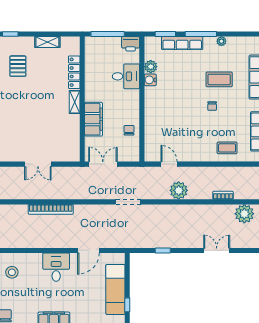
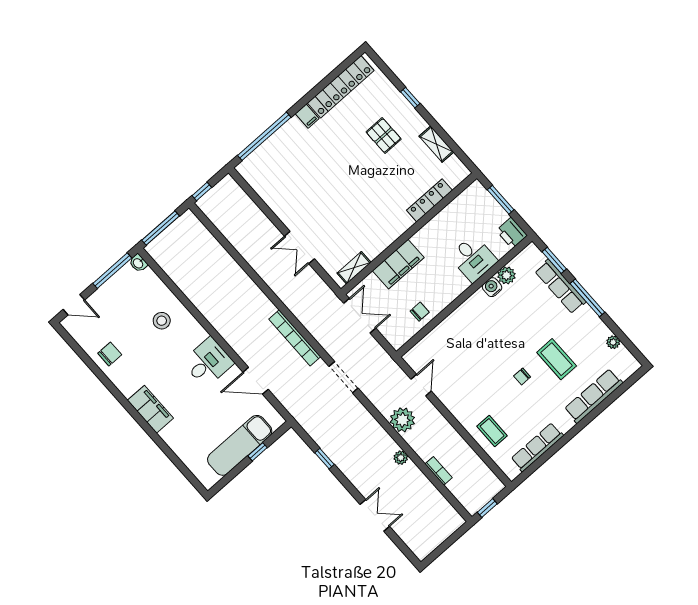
window: (108, 34) -> (501, 200), width x0.69
plant: (221, 41) -> (613, 342), moved
pallet: (18, 66) -> (384, 136), turned 90
shelving: (75, 102) -> (354, 268), moved
bookcase: (51, 209) -> (295, 338), moved
plant: (244, 214) -> (401, 458), moved, width x0.53, depth x0.53
window: (127, 305) -> (258, 452), moved

